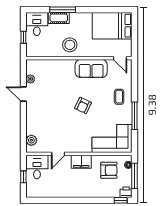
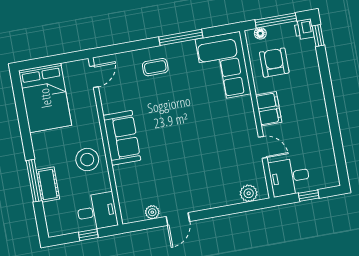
desk: (37, 24) -> (97, 211), moved, turned 180
sofa: (91, 68) -> (122, 138), moved
armchair: (83, 105) -> (179, 122), removed

